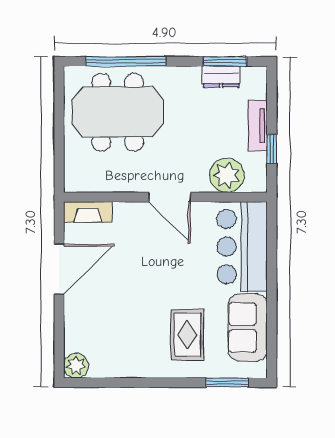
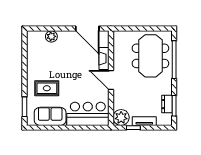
plant: (227, 175) -> (121, 117), moved
door: (170, 197) -> (111, 80), hinge flipped
fireplace: (88, 212) -> (104, 58), moved
door: (59, 269) -> (87, 29), moved
plant: (76, 366) -> (51, 36), moved

